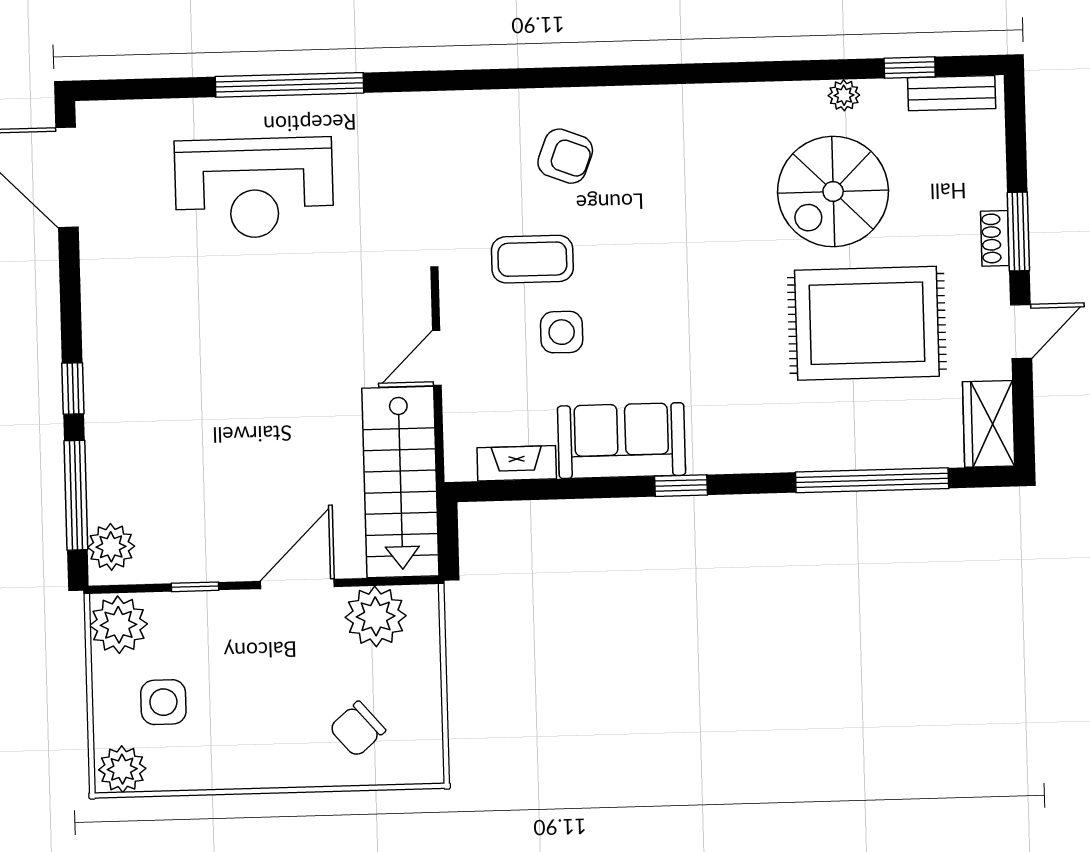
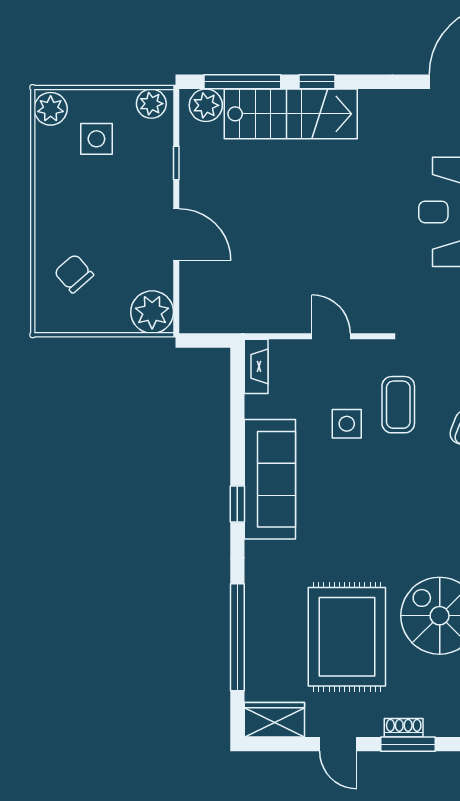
sofa: (622, 441) -> (270, 479), width x1.36
fireplace: (517, 463) -> (256, 366), moved
stairs: (400, 482) -> (291, 114), moved, turned 180
plant: (376, 616) -> (152, 312), moved
plant: (119, 625) -> (151, 104), width x0.73, depth x0.73

